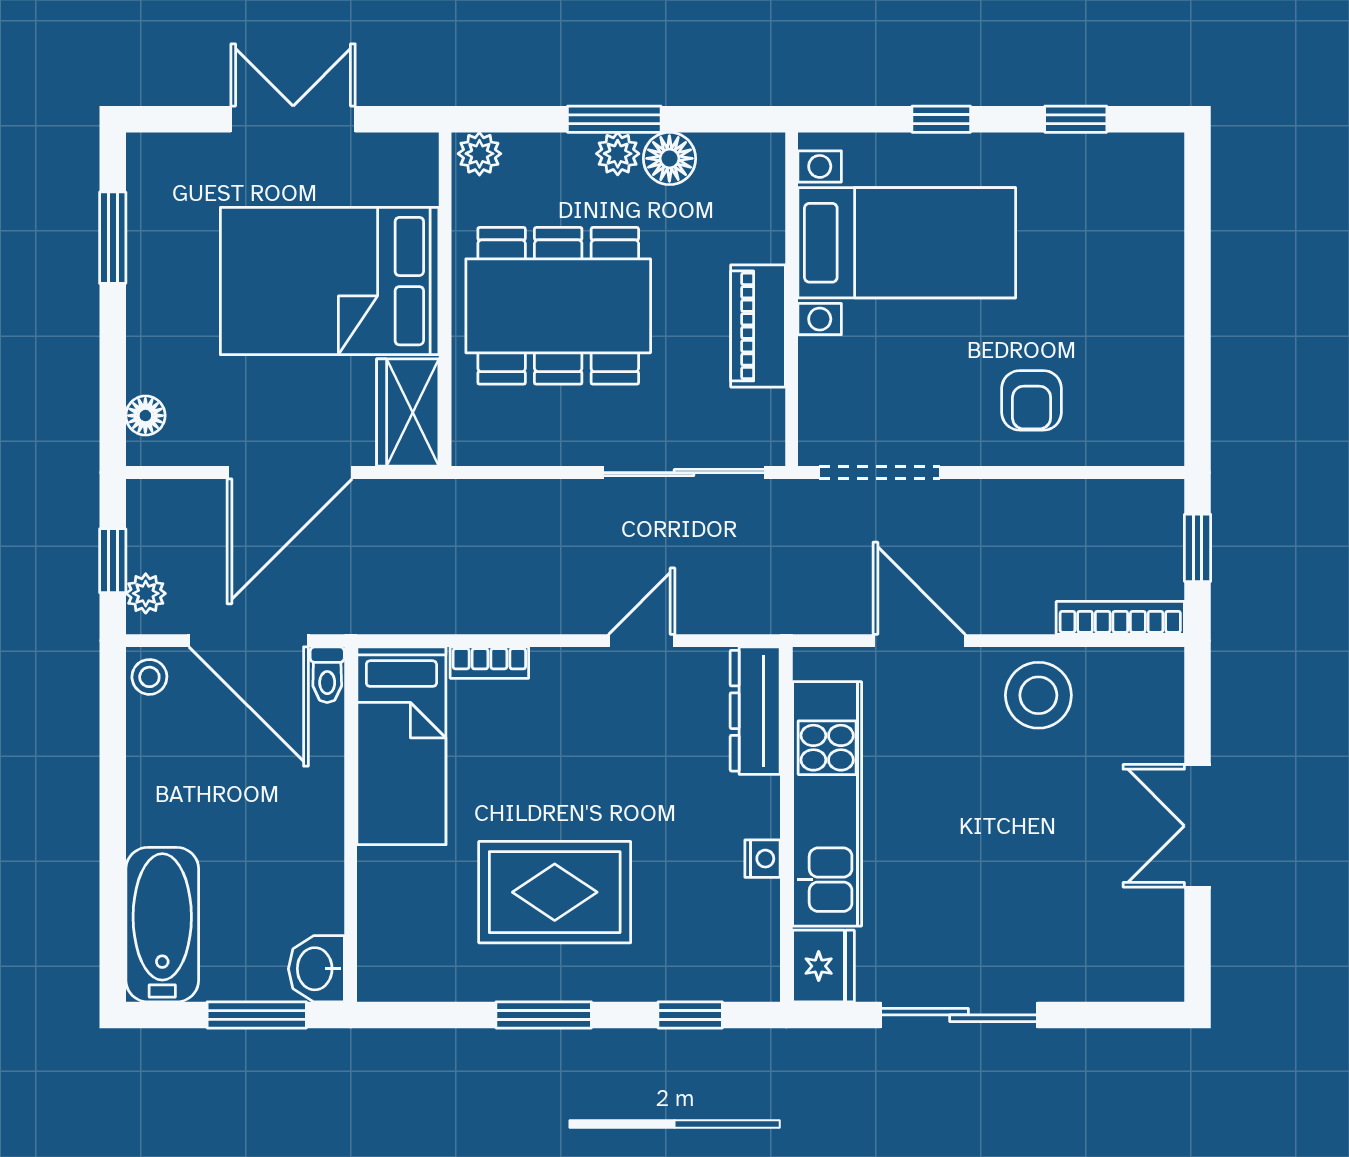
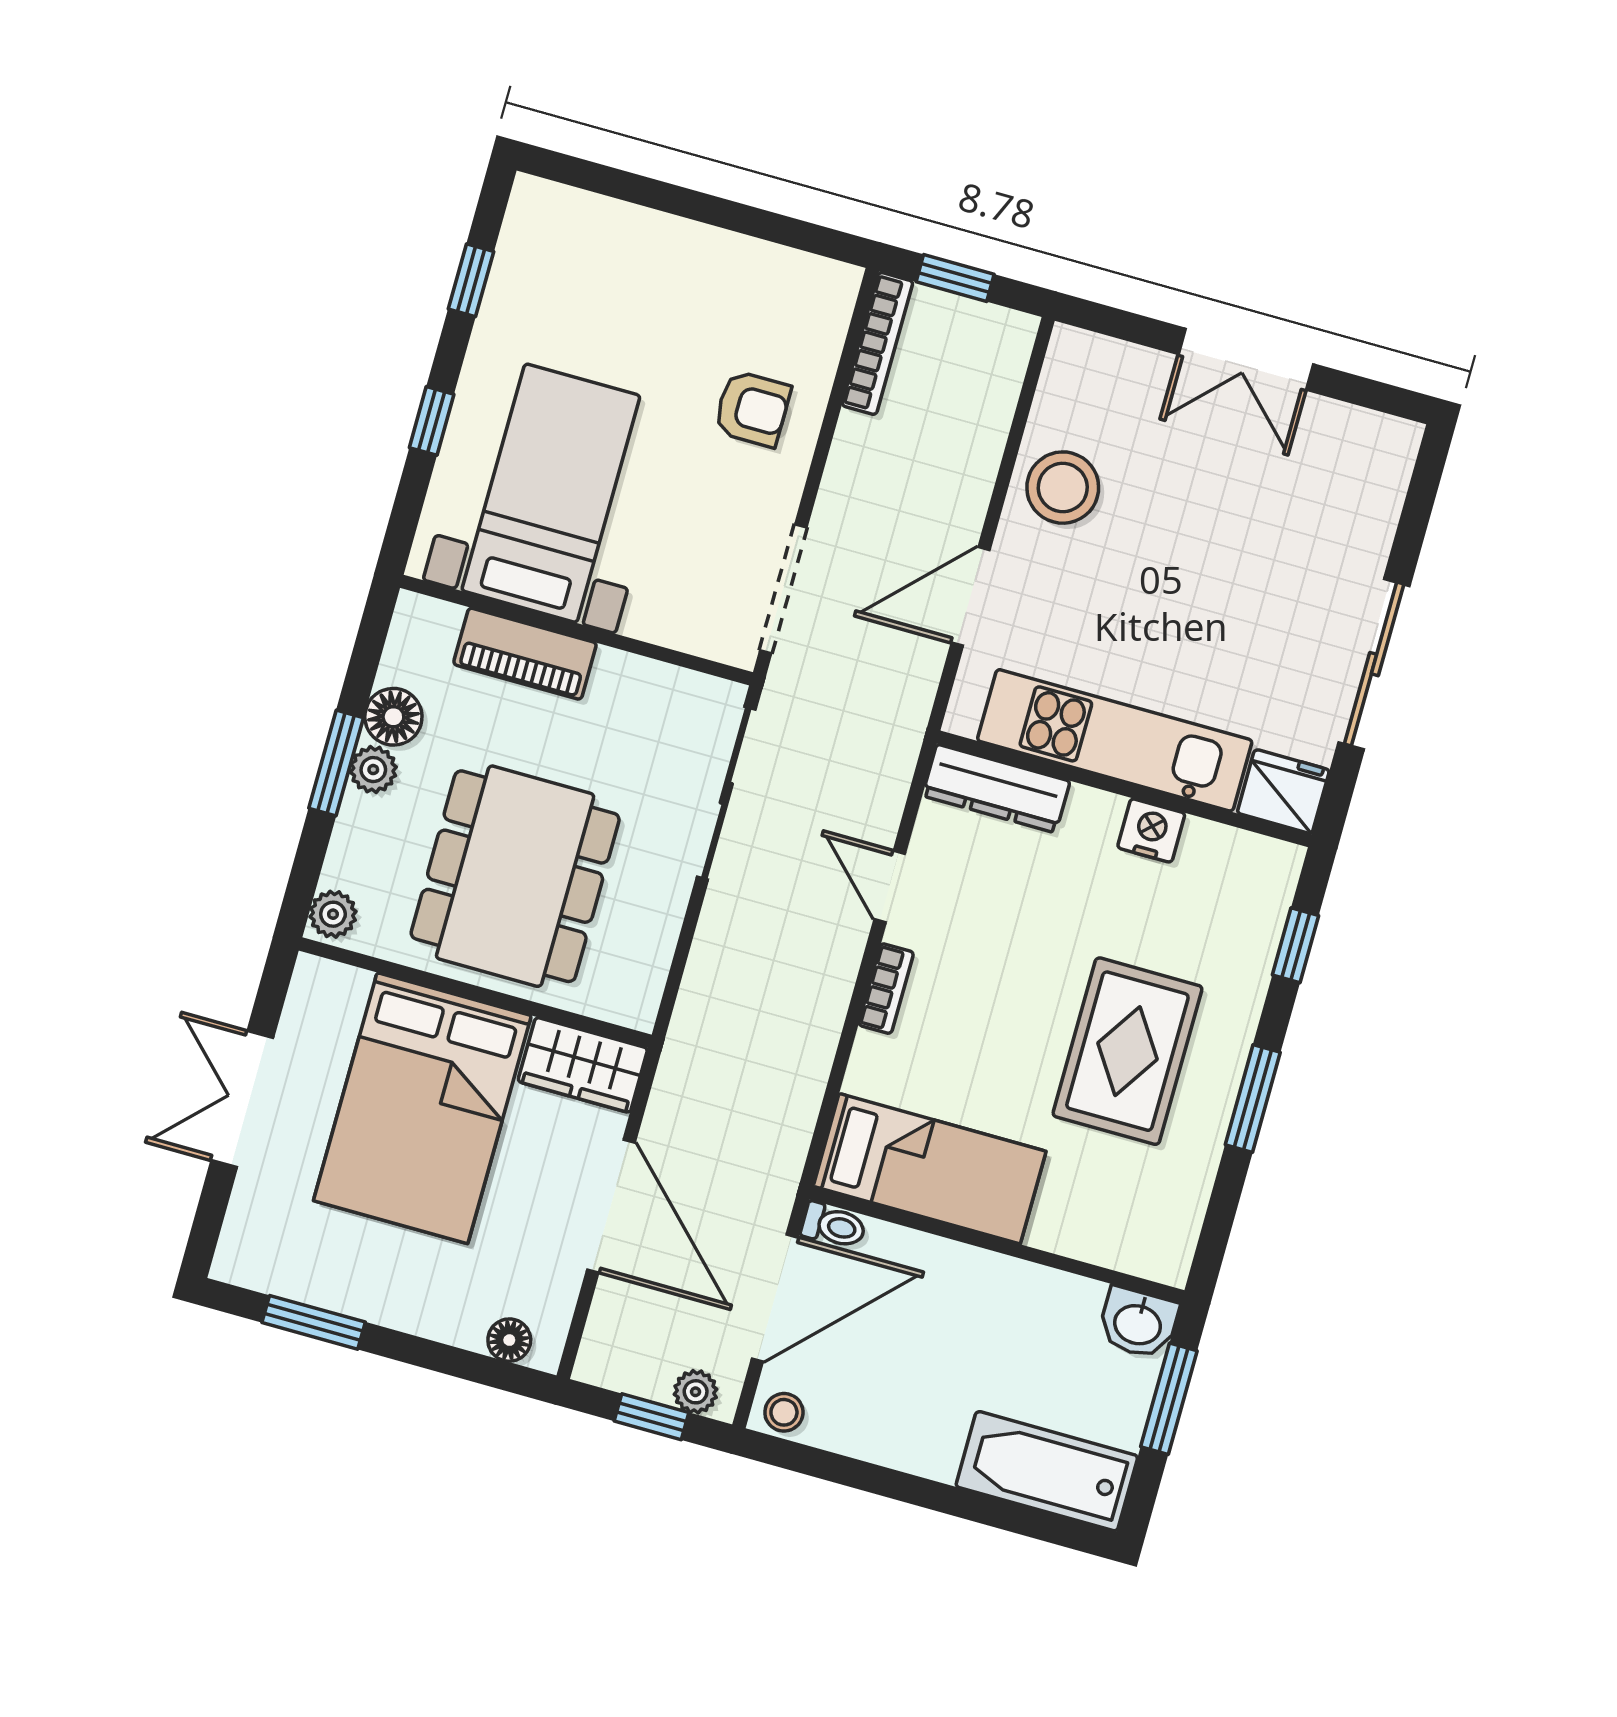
piano: (758, 326) -> (525, 654), moved
bookcase: (1120, 618) -> (877, 343), moved, turned 180
bookcase: (489, 663) -> (886, 989), moved
nightstand: (762, 859) -> (1151, 830), width x1.39, depth x1.35

